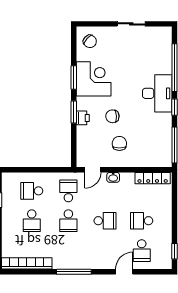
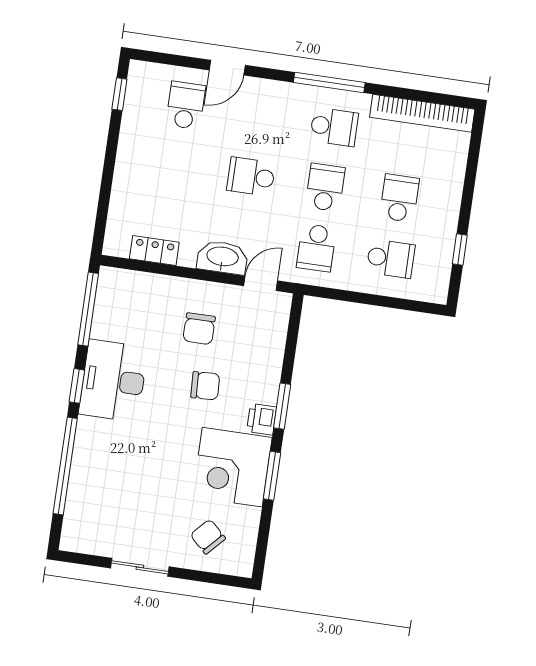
chair: (90, 41) -> (208, 537), moved
desk: (157, 93) -> (113, 381), moved
printer: (83, 118) -> (262, 419), moved
washbasin: (113, 177) -> (222, 257), width x1.91, depth x1.45
locker: (153, 178) -> (154, 251), width x0.66
school desk: (142, 221) -> (334, 127), moved

